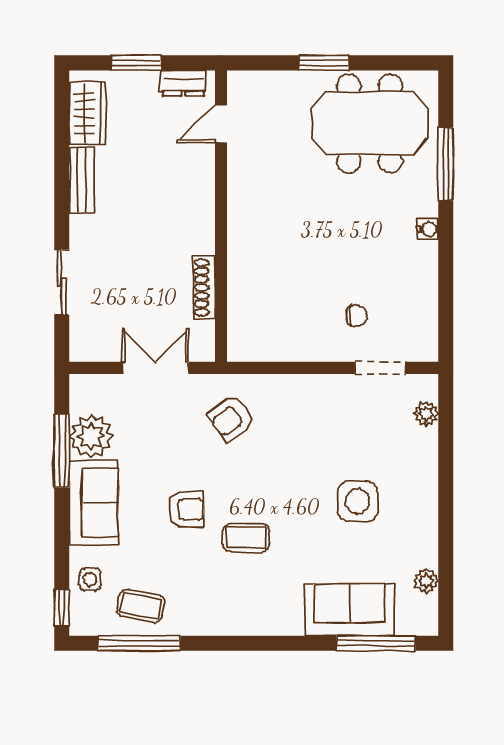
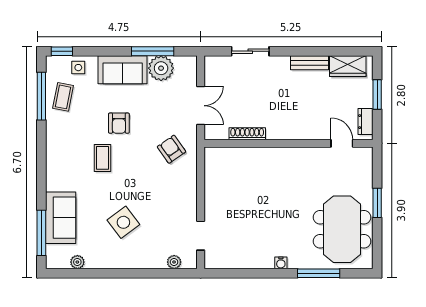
chair: (356, 316) -> (231, 221), removed
side table: (358, 501) -> (123, 222), turned -37

